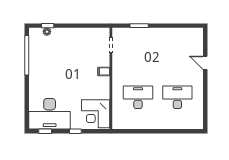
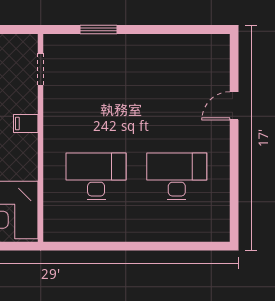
door: (205, 63) -> (234, 106), hinge flipped

